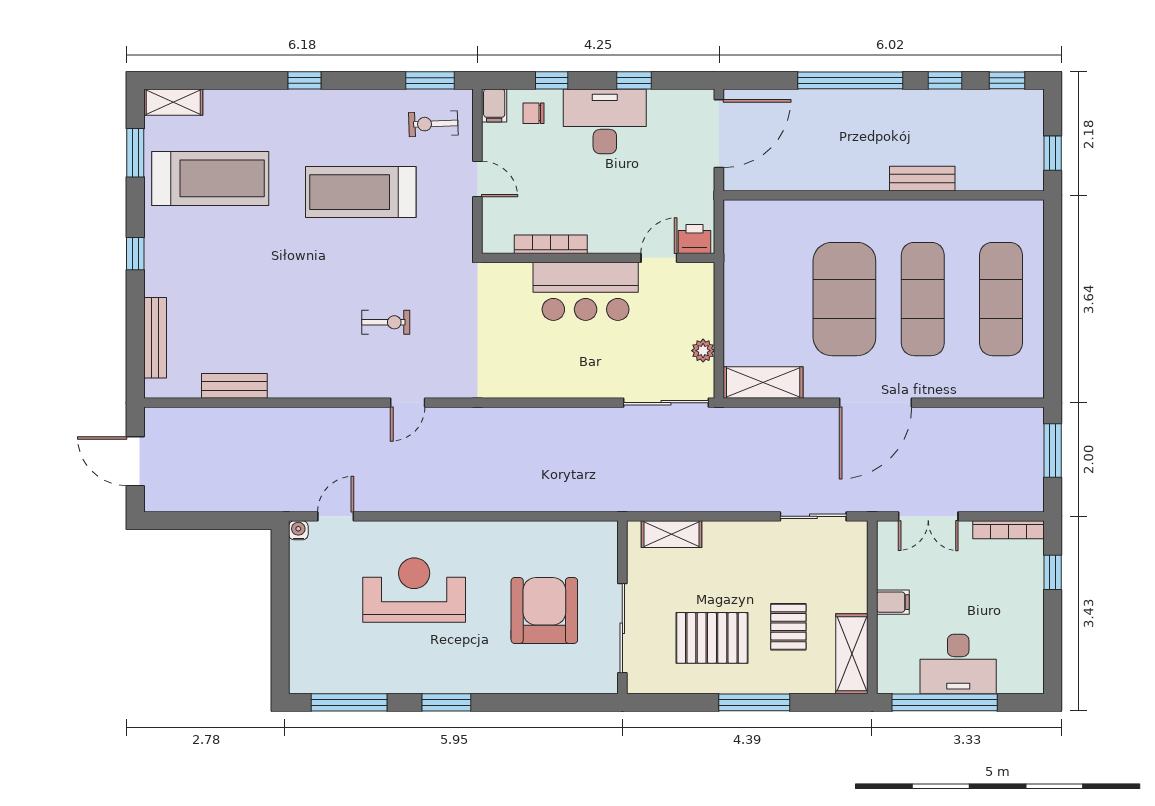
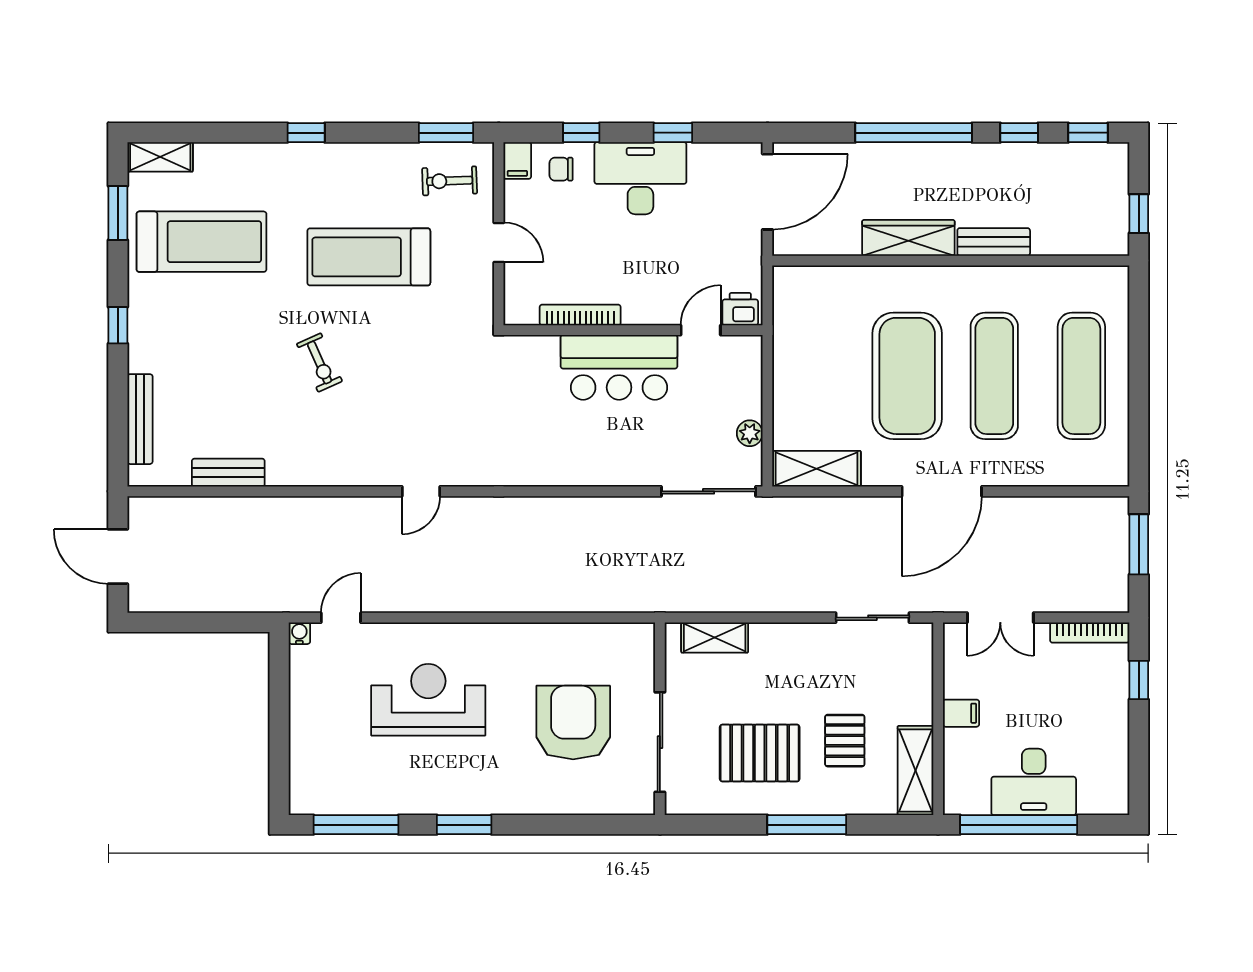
wardrobe: (846, 175) -> (908, 238), added
exercise bike: (386, 322) -> (319, 363), moved, turned 66

